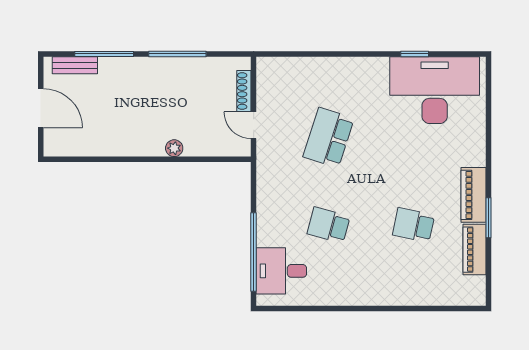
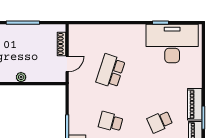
door: (254, 125) -> (67, 64), swing flipped
school desk: (414, 225) -> (160, 122), turned -36

